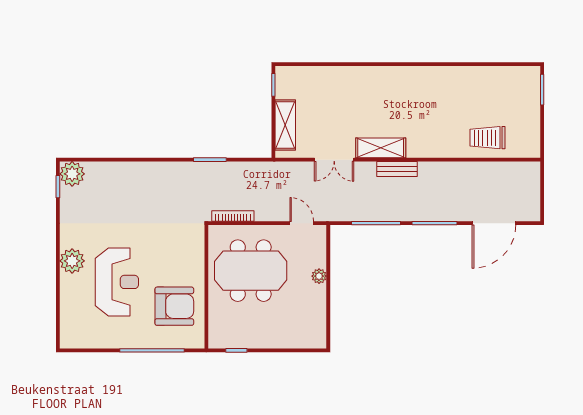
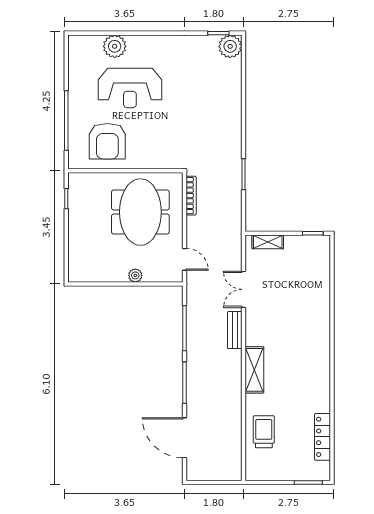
locker: (493, 74) -> (323, 437), added
shelving: (285, 125) -> (268, 242), width x0.67, depth x0.75
shelving: (381, 148) -> (254, 370), moved
bench: (397, 169) -> (235, 330), moved
door: (302, 223) -> (184, 259), hinge flipped
plant: (72, 261) -> (115, 46), moved

